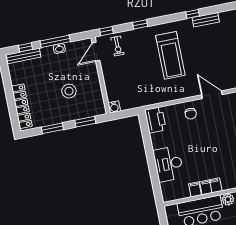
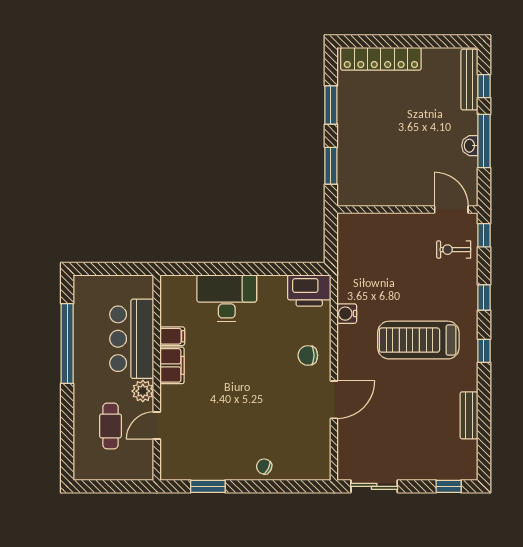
window: (193, 14) -> (484, 351), moved
stool: (69, 91) -> (391, 148), removed
water cooler: (114, 107) -> (347, 314), moved

